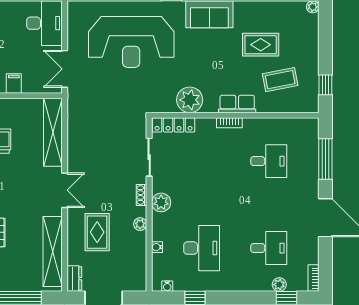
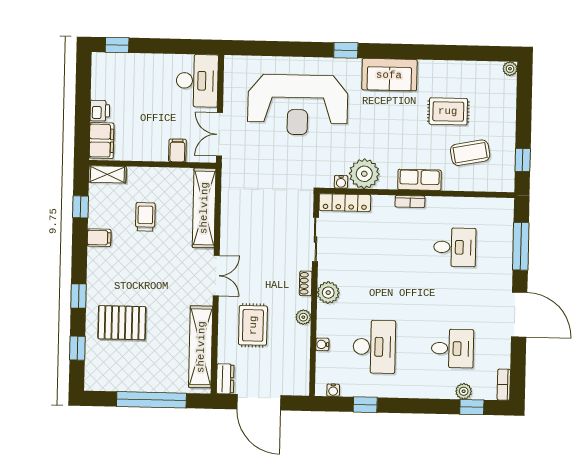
filing cabinet: (14, 83) -> (177, 150), moved
water cooler: (170, 107) -> (341, 182), added

